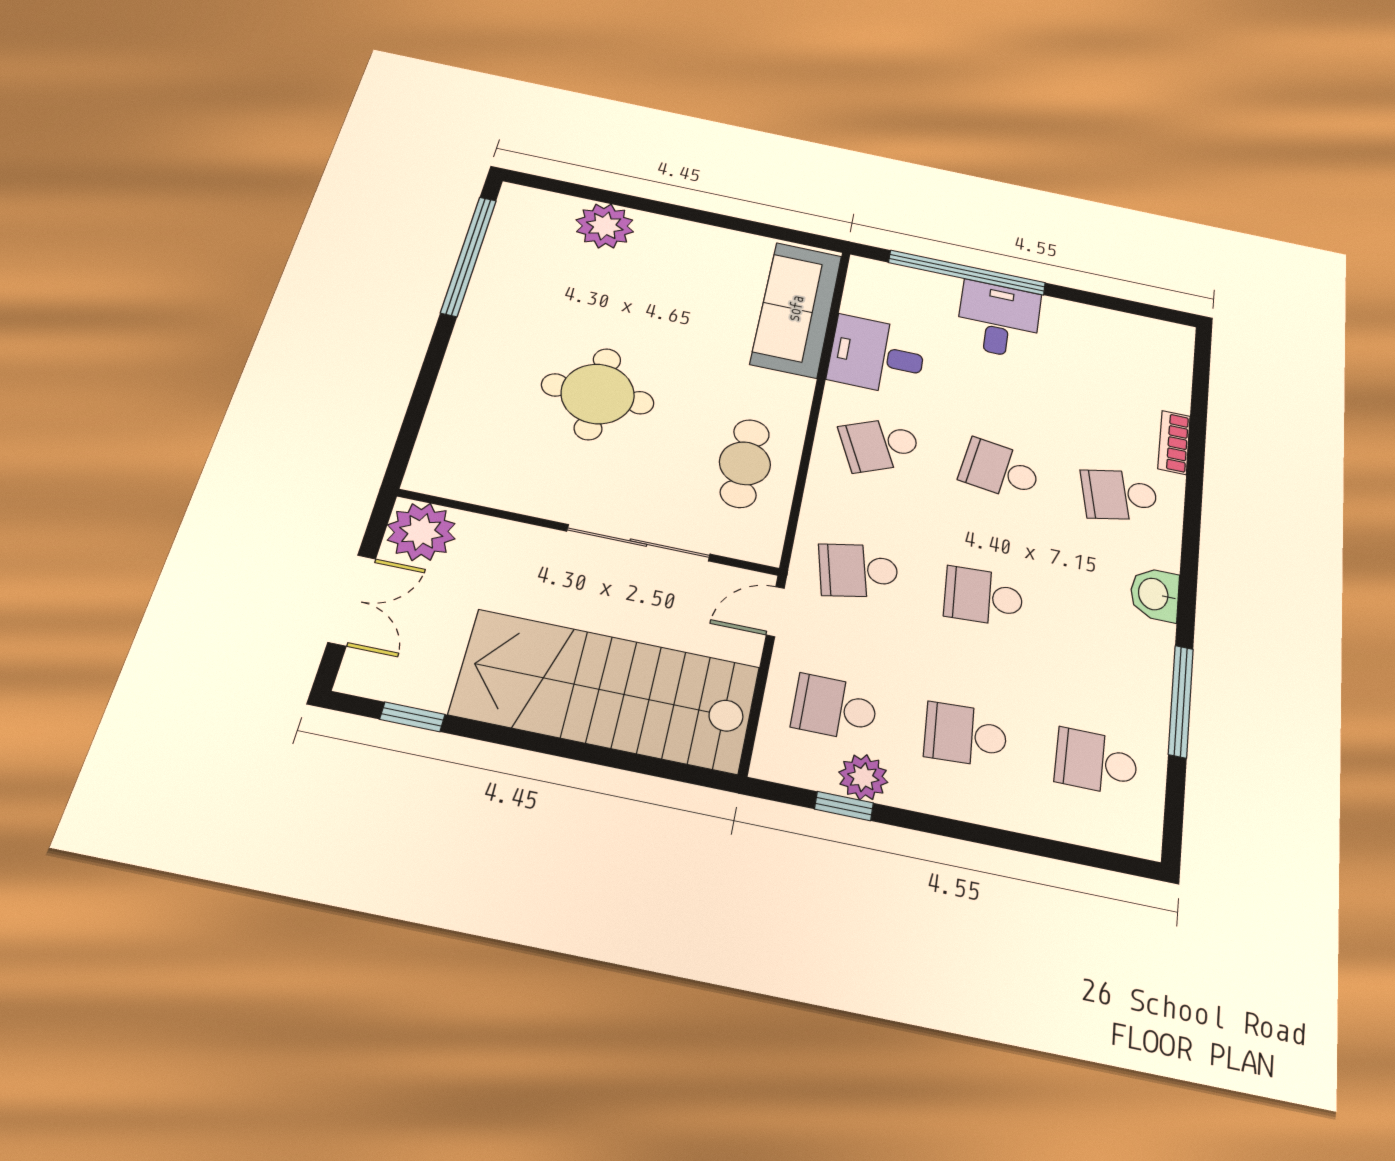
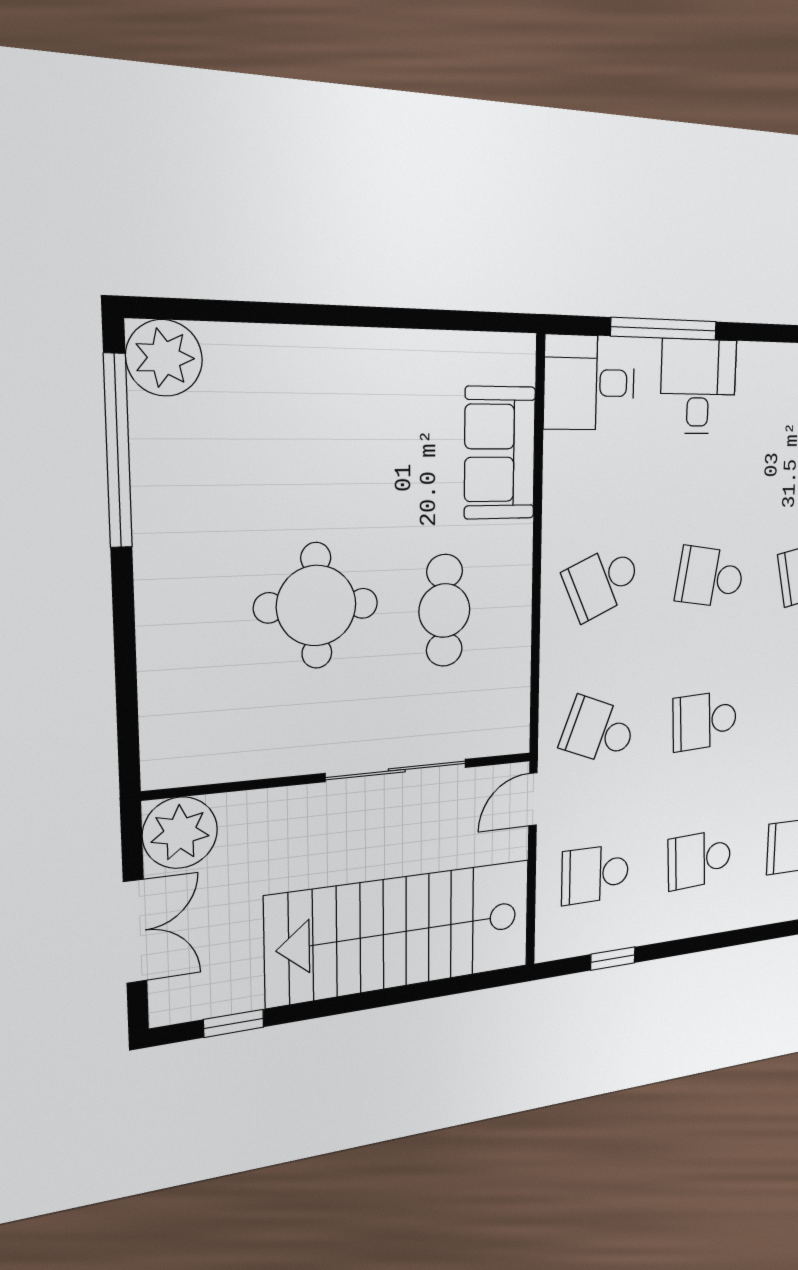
plant: (605, 226) -> (164, 358), moved
window: (967, 273) -> (664, 329), width x0.68
sofa: (796, 309) -> (500, 453), width x0.73
desk: (877, 355) -> (589, 383), moved
cafe table: (745, 463) -> (444, 611), moved
school desk: (859, 570) -> (599, 731), turned 33
plant: (863, 777) -> (625, 928), removed

